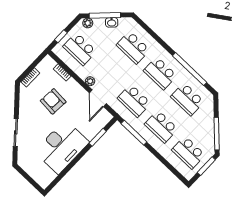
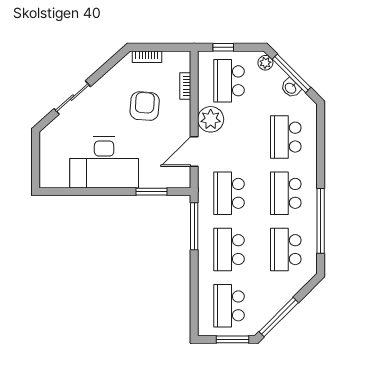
plant: (90, 81) -> (211, 119), width x1.88, depth x1.88

